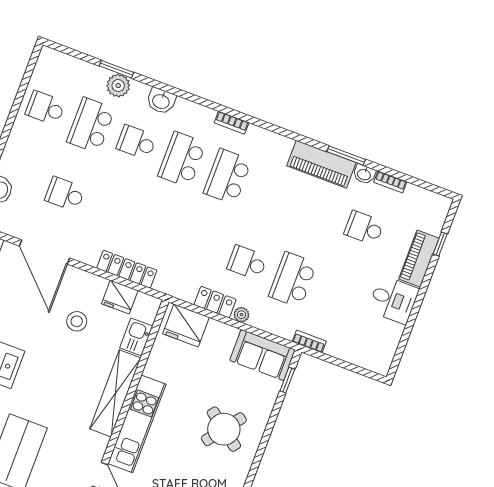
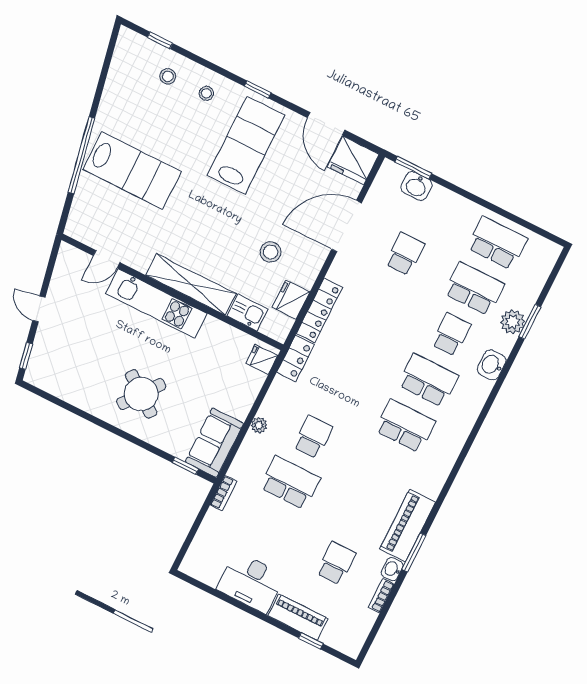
school desk: (45, 108) -> (497, 243), width x1.85
bookcase: (232, 123) -> (461, 436), removed
desk: (393, 300) -> (251, 582), width x1.37
locker: (215, 302) -> (296, 358), moved
fridge: (186, 326) -> (262, 360), width x0.53, depth x0.75

